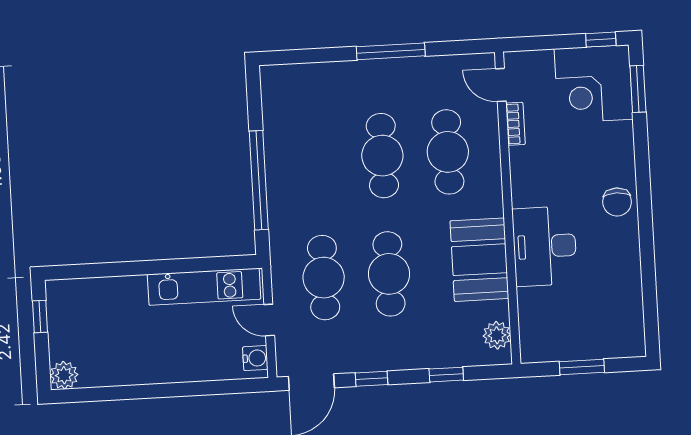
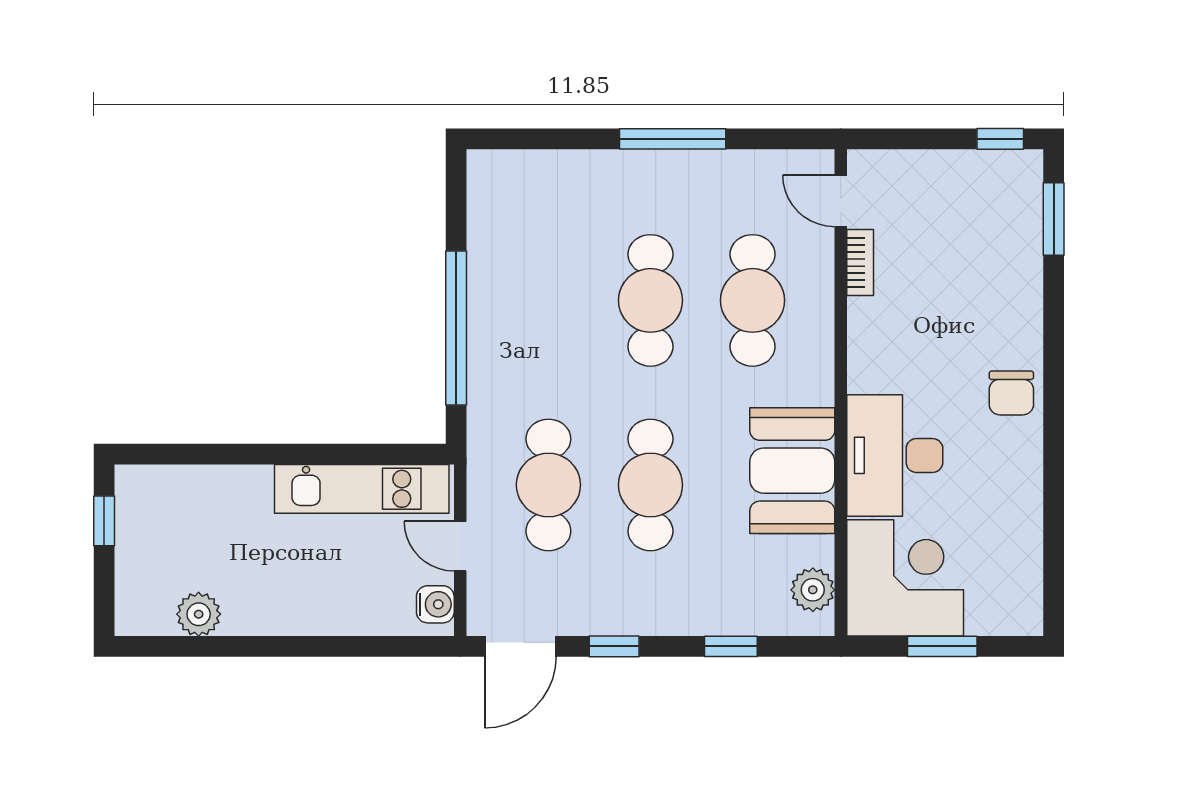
corner desk: (594, 84) -> (905, 578), moved, turned 180
plant: (64, 375) -> (199, 614), moved

